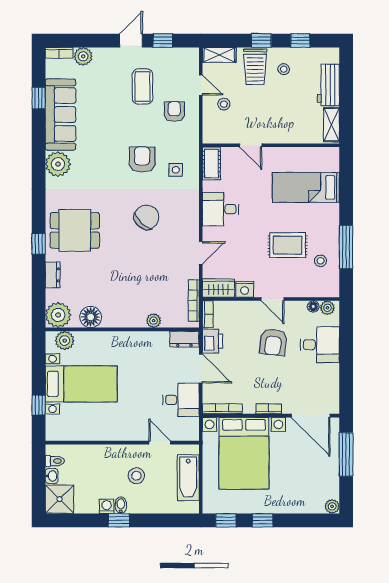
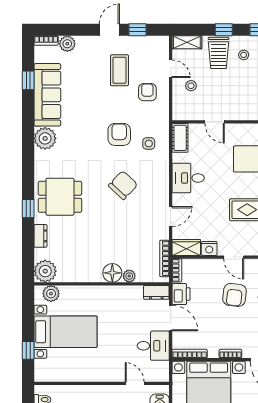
floor lamp: (91, 317) -> (112, 273), moved

